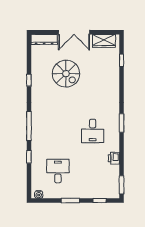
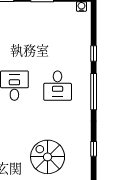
desk: (58, 171) -> (58, 86), moved

